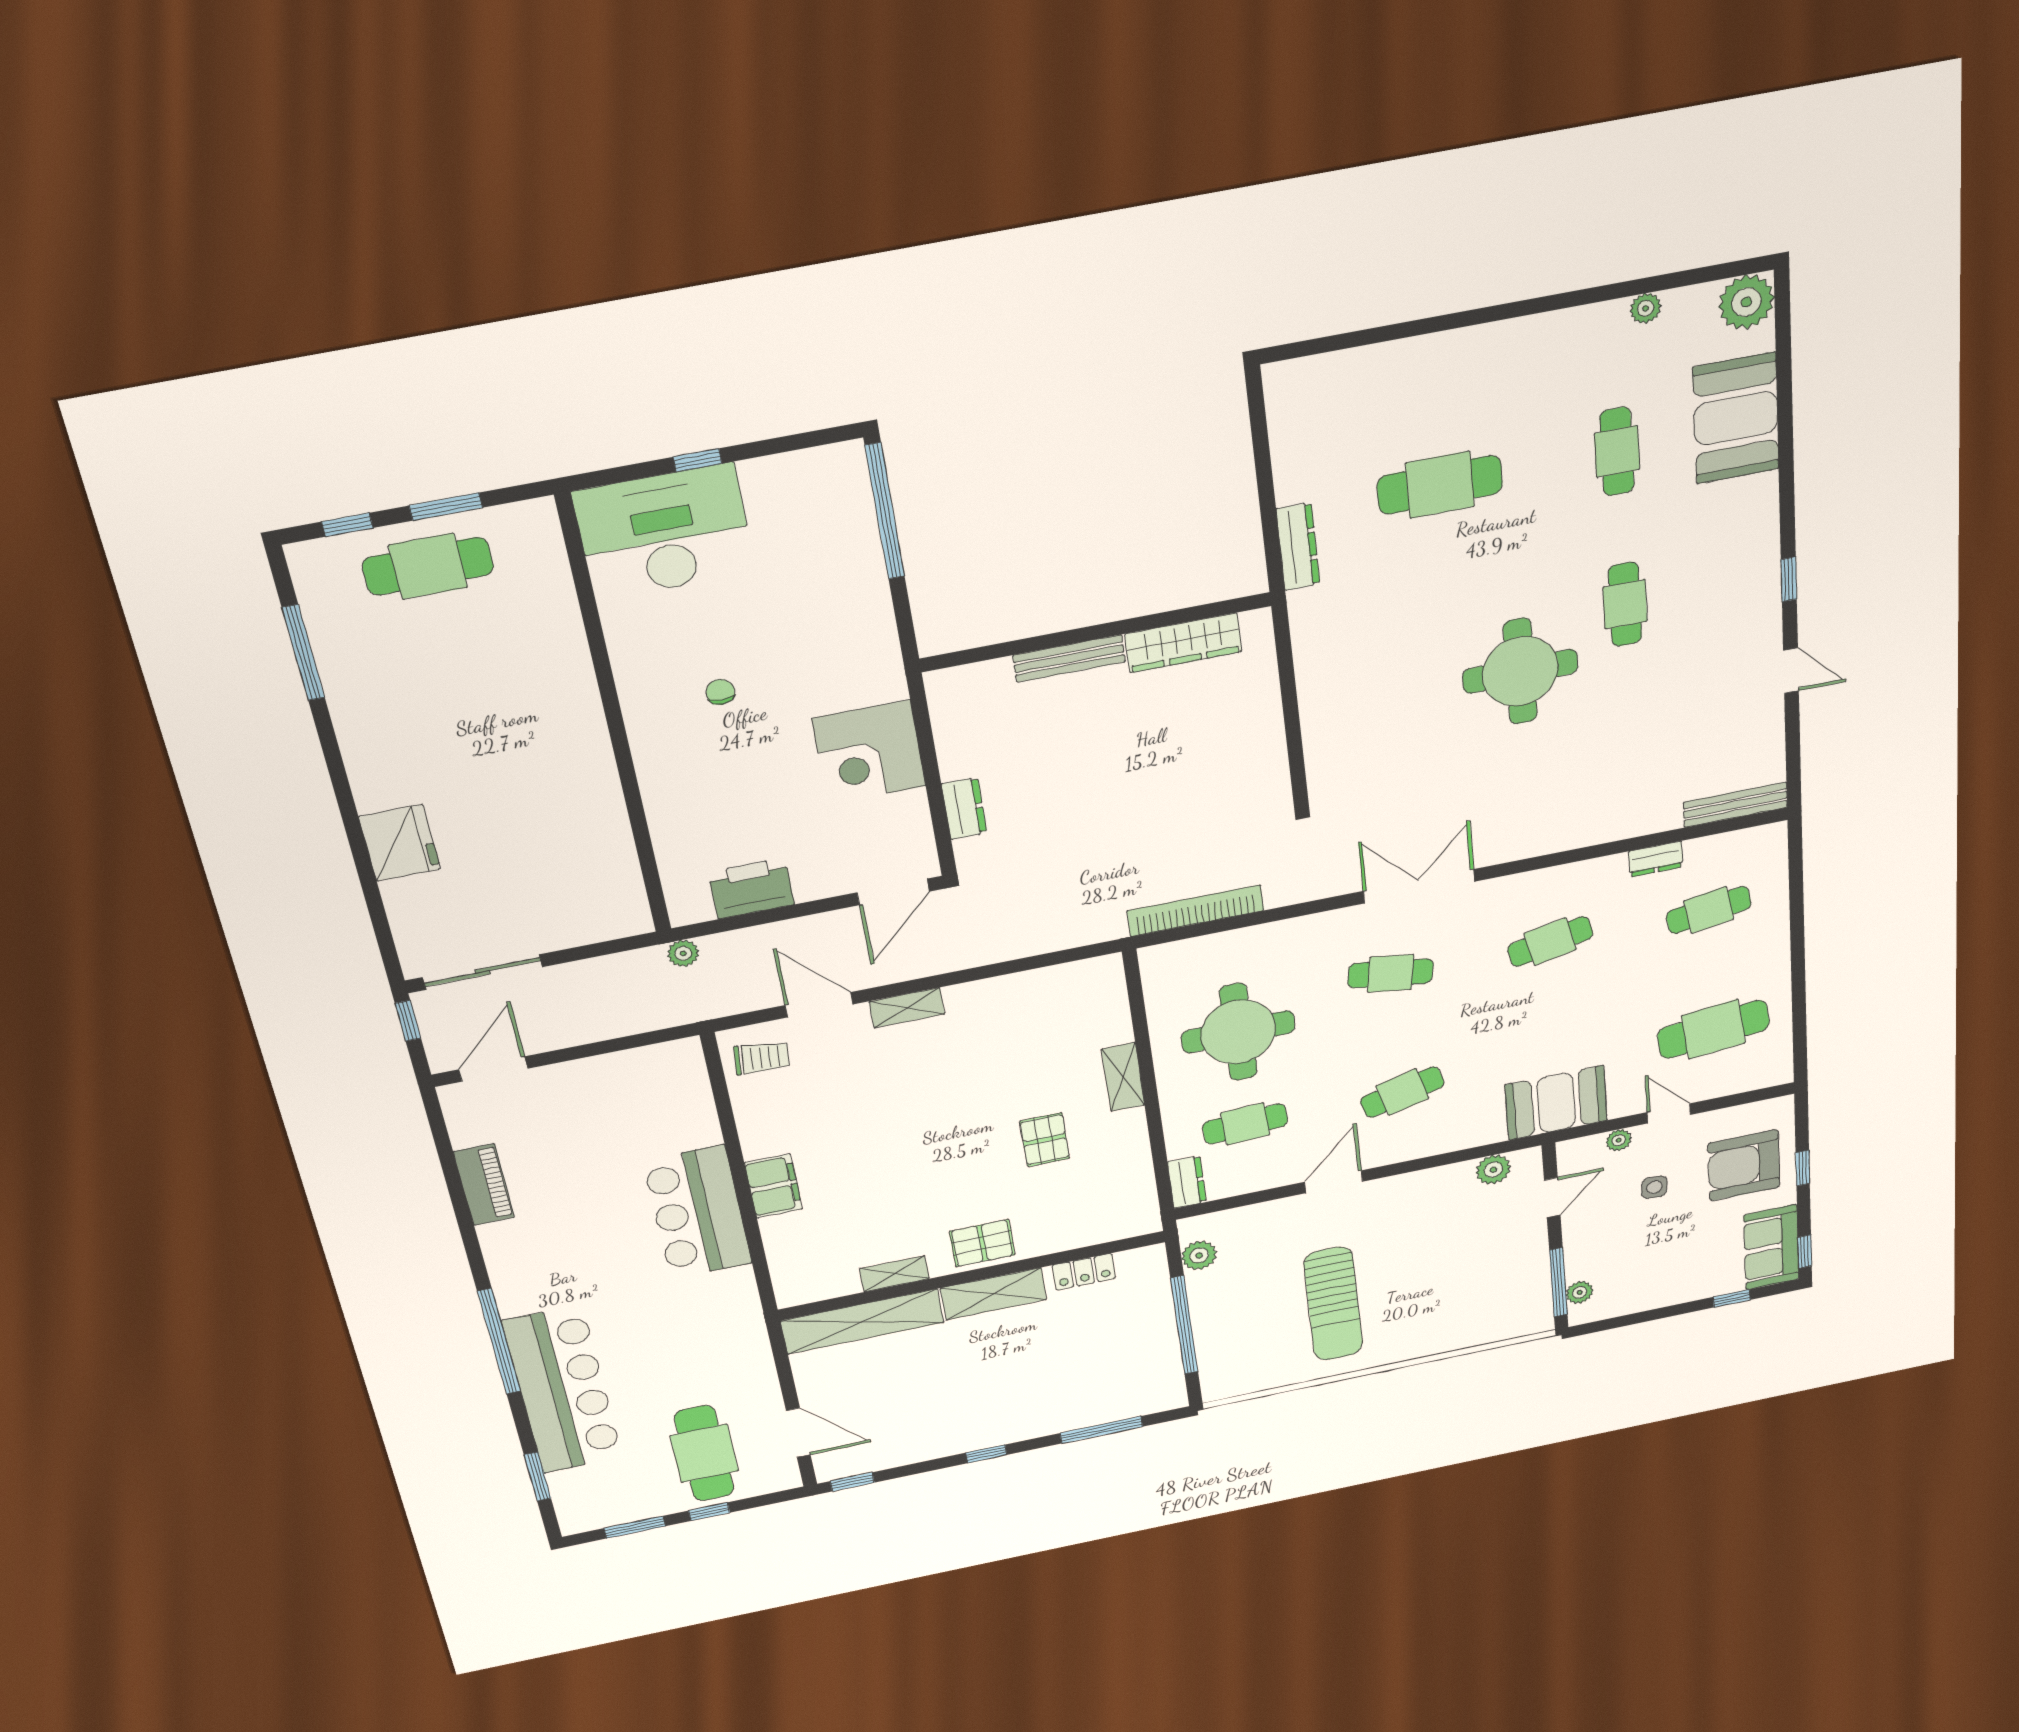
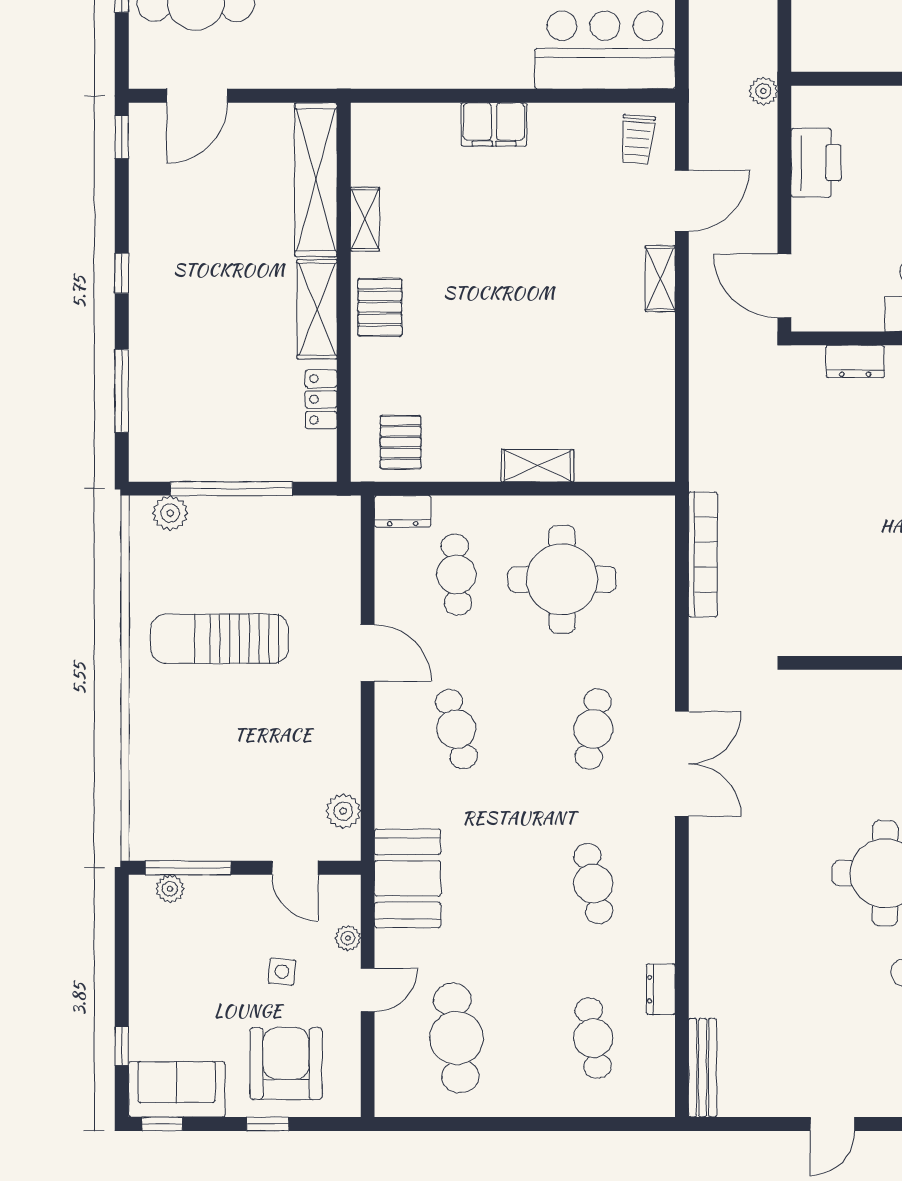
pallet: (1045, 1140) -> (401, 442), moved, turned 90
bar counter: (698, 1212) -> (605, 50), moved
plant: (1199, 1255) -> (170, 513), moved

